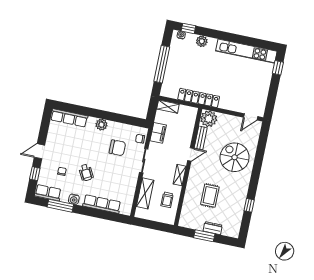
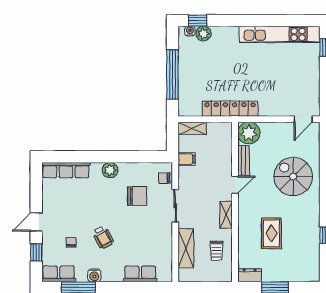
plant: (202, 41) -> (204, 34), moved
filing cabinet: (158, 133) -> (186, 159), width x0.50
row of seats: (102, 204) -> (140, 274), width x0.68
dresser: (213, 228) -> (250, 275), moved

